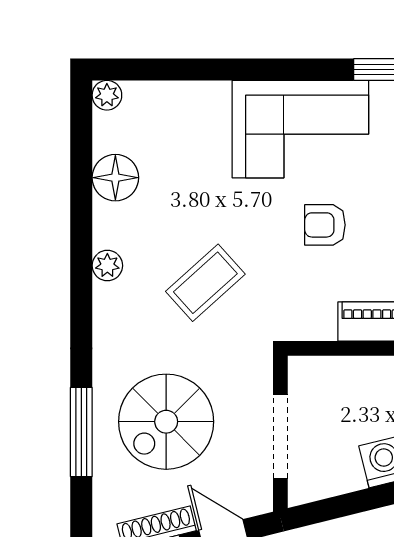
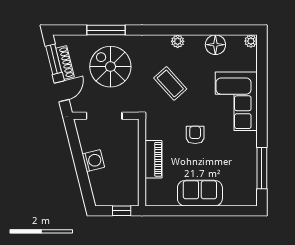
corner sofa: (300, 129) -> (236, 101), moved

